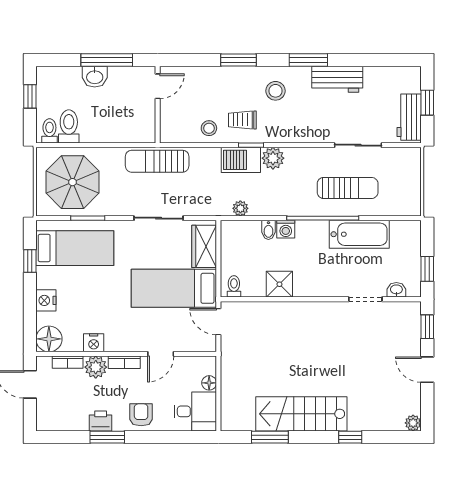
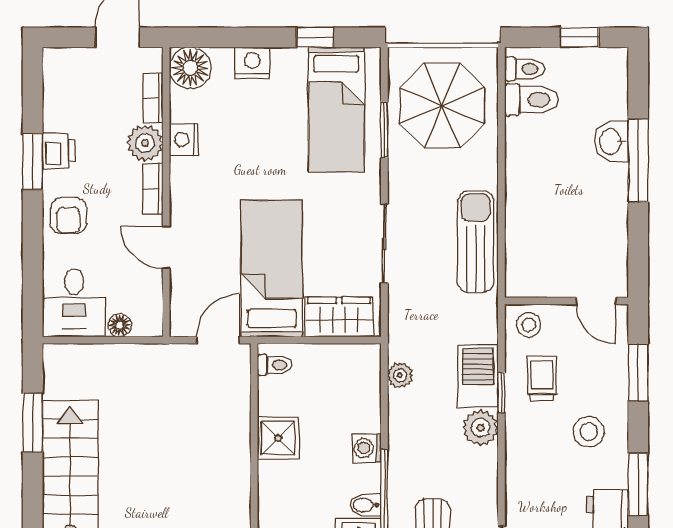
door: (158, 86) -> (596, 301), moved
wall: (158, 105) -> (567, 301), moved
bidet: (268, 230) -> (365, 505), moved
armchair: (141, 415) -> (68, 216), turned 90

